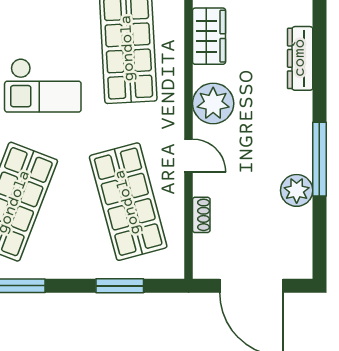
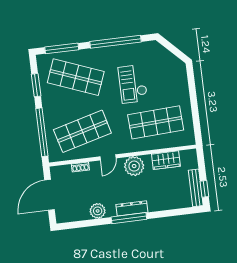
dresser: (300, 58) -> (132, 208), moved
window: (319, 159) -> (129, 218), moved
window: (120, 286) -> (42, 132), width x2.11

